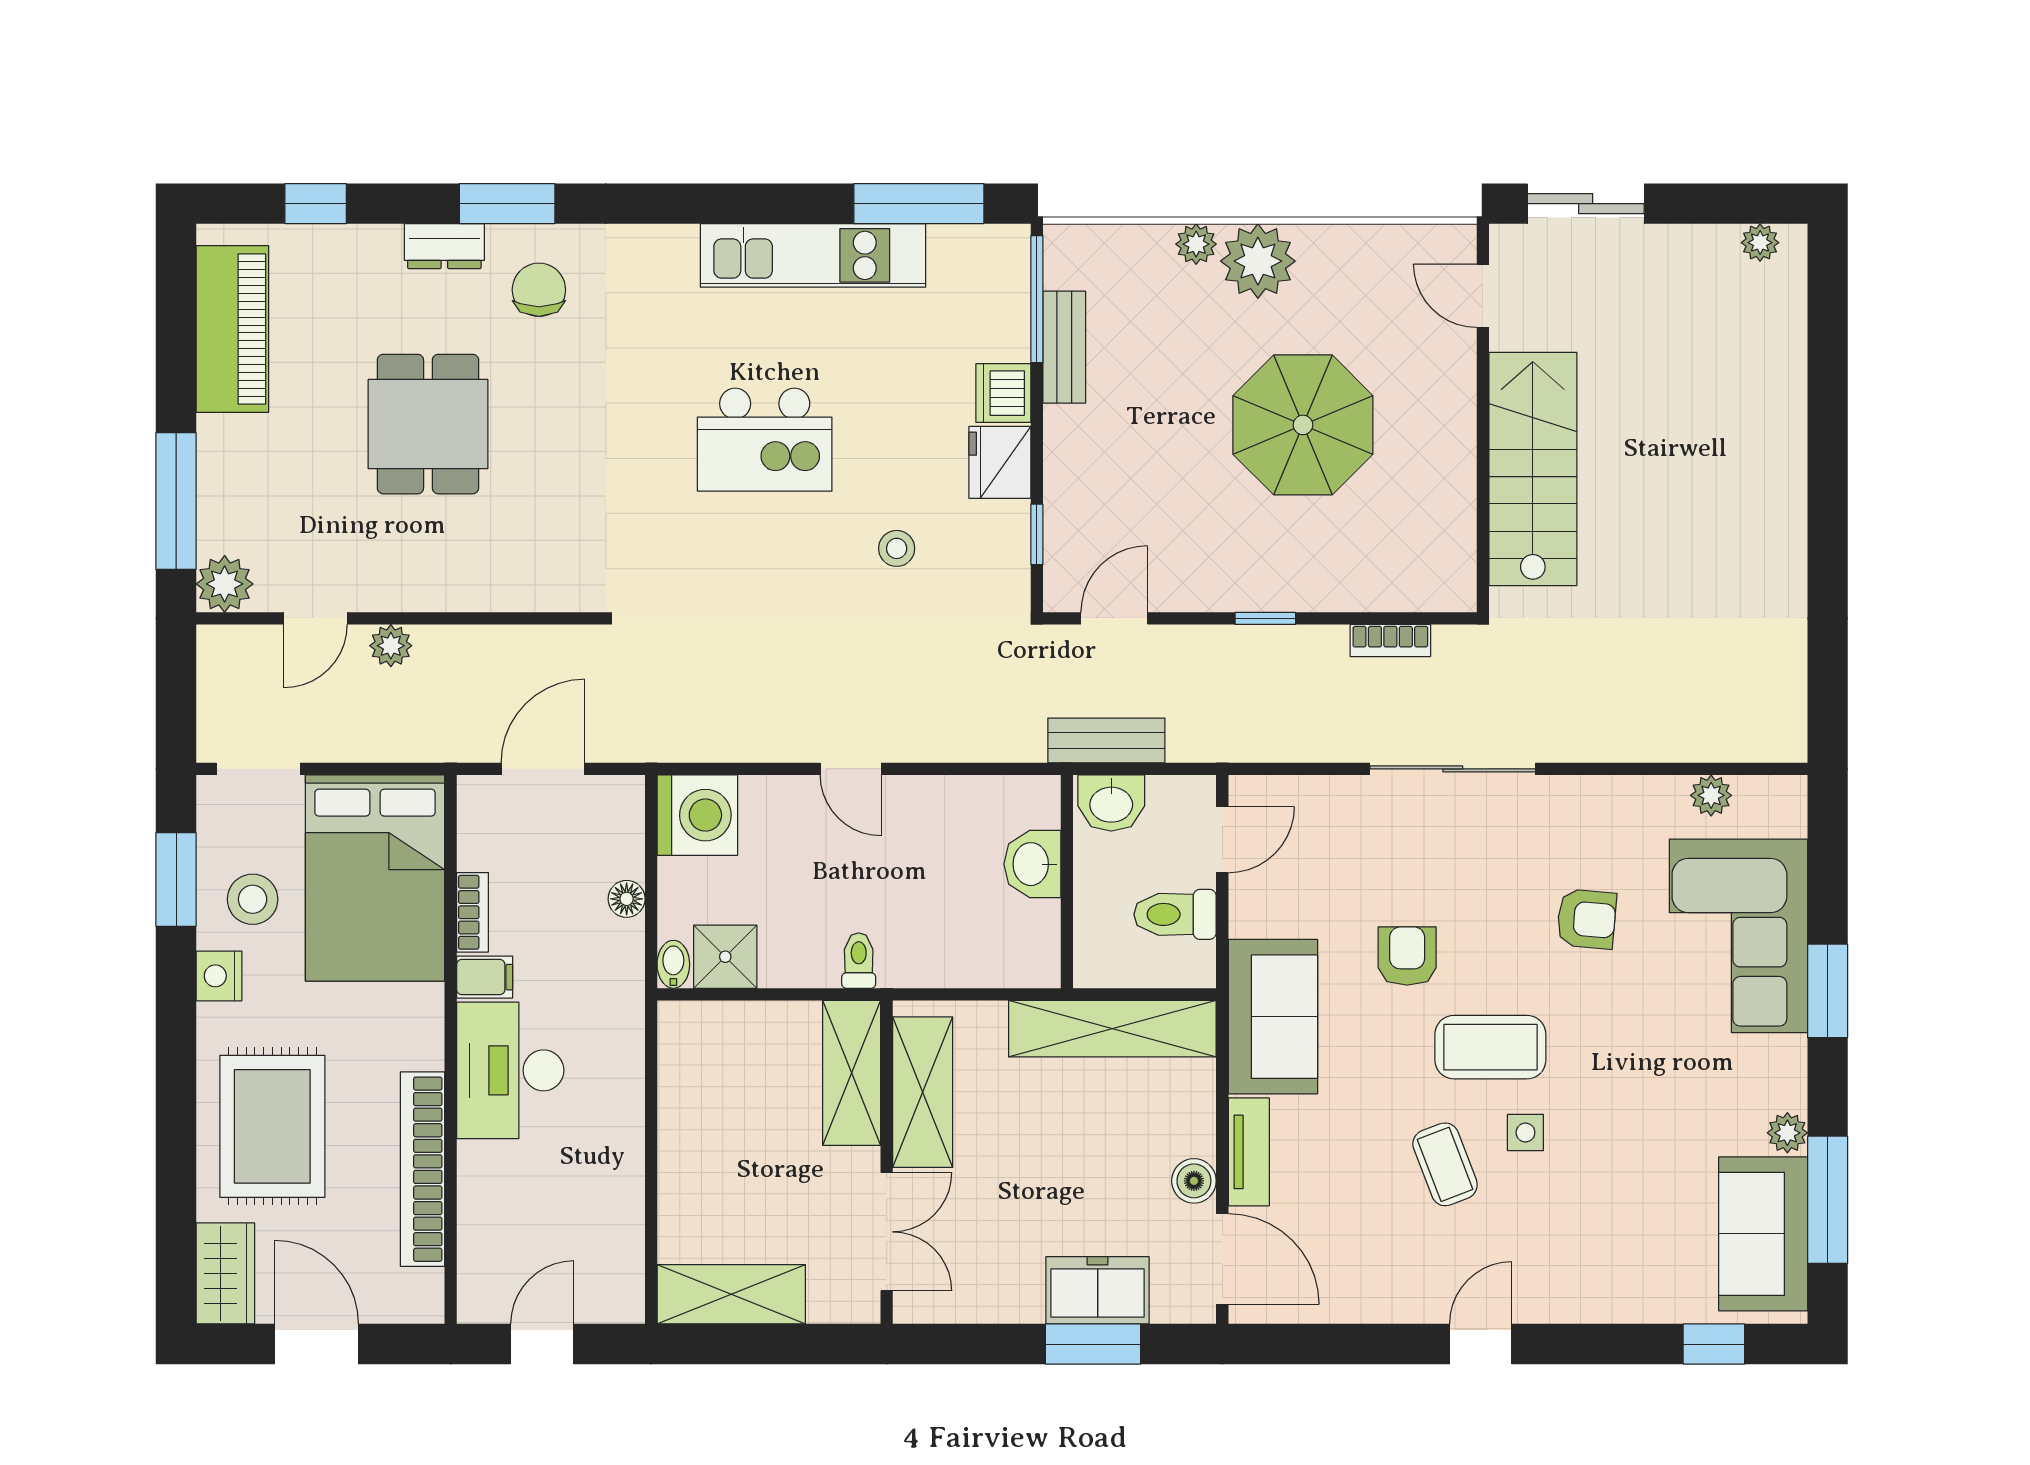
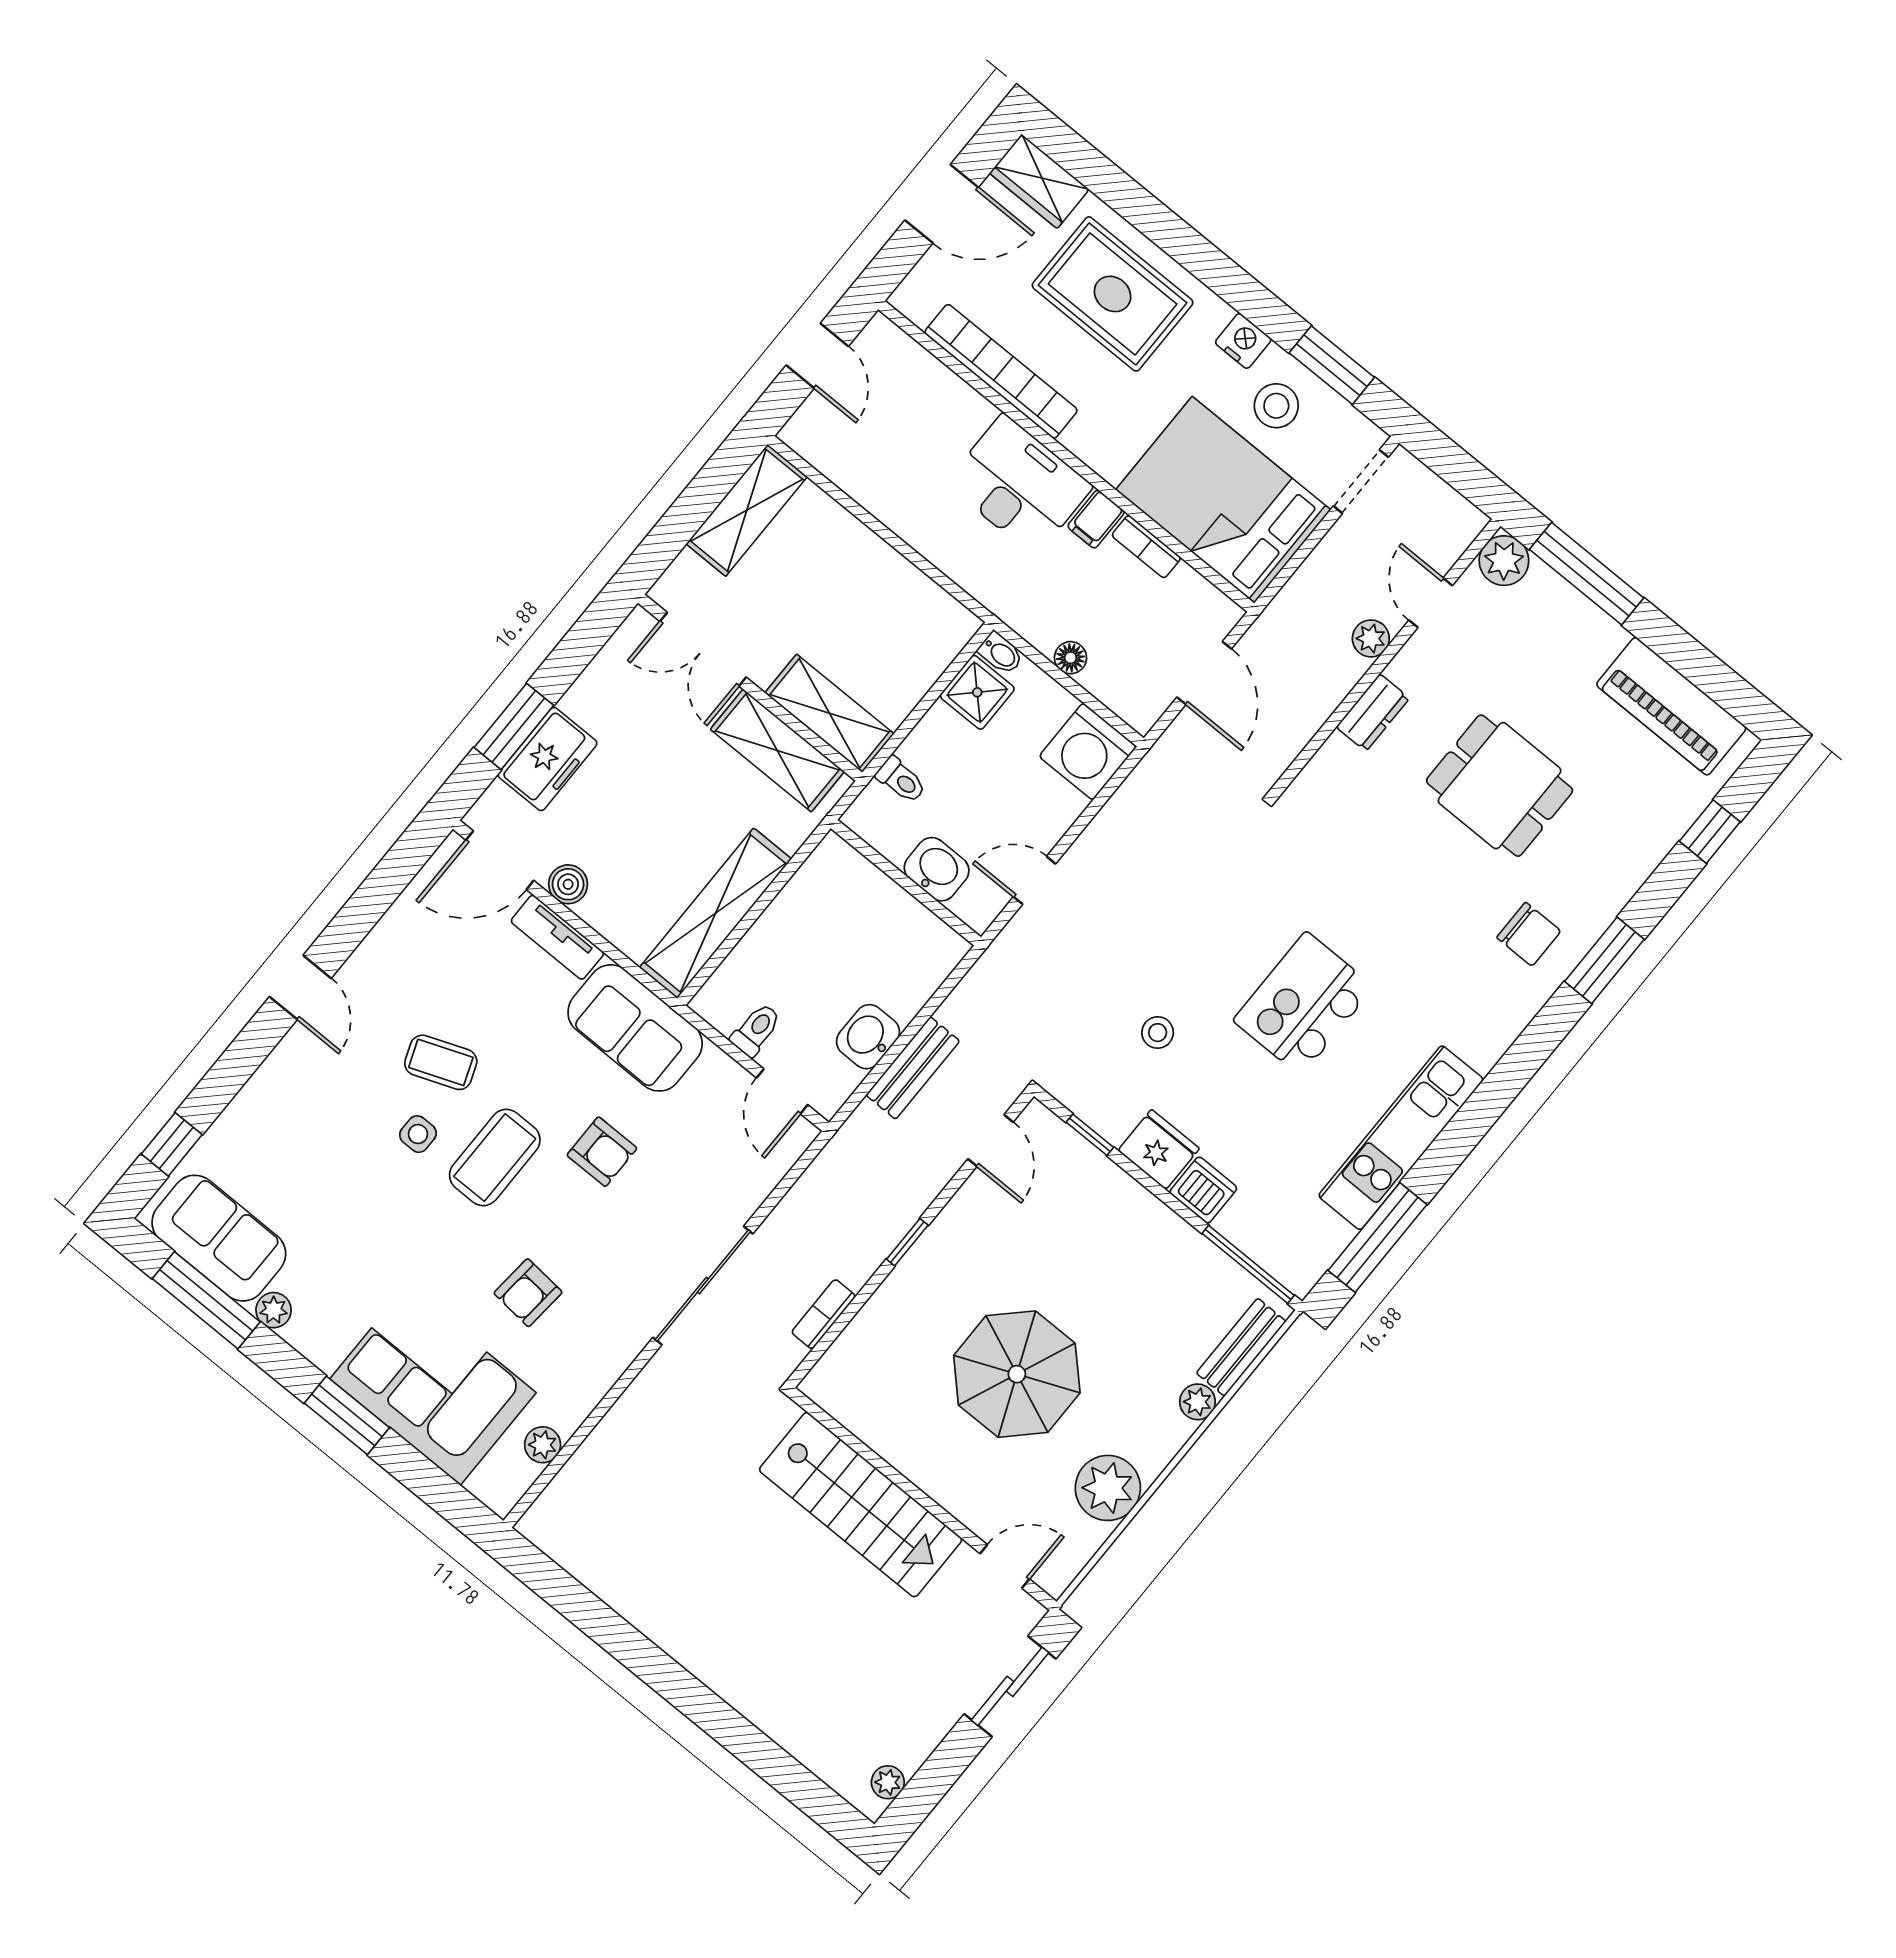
dresser: (444, 246) -> (1373, 713), moved, turned 180
plant: (1258, 261) -> (1108, 1488), moved
bench: (1064, 347) -> (1241, 1347), moved, turned 90
washbasin: (1032, 864) -> (937, 869), moved
wall: (1067, 882) -> (906, 883), moved
toilet: (1175, 914) -> (756, 1030), width x0.73, depth x0.72

